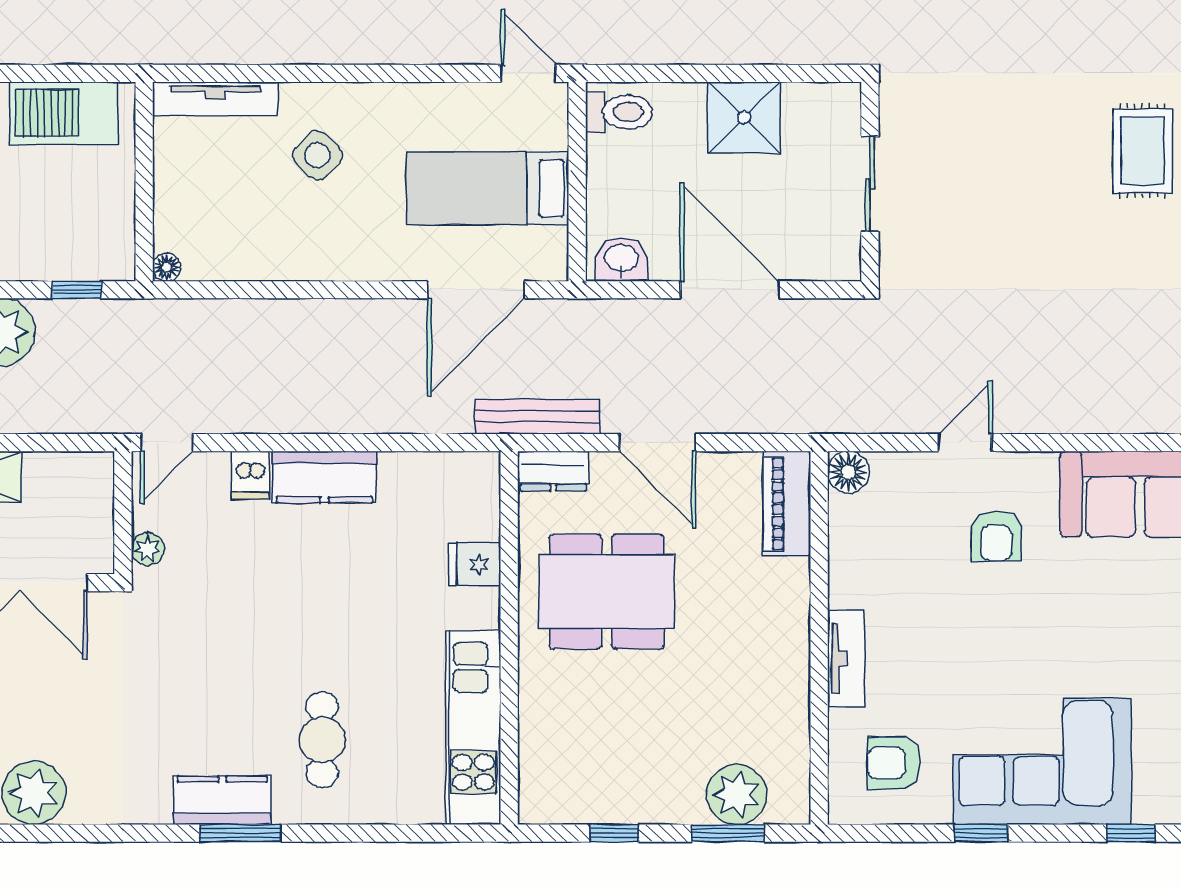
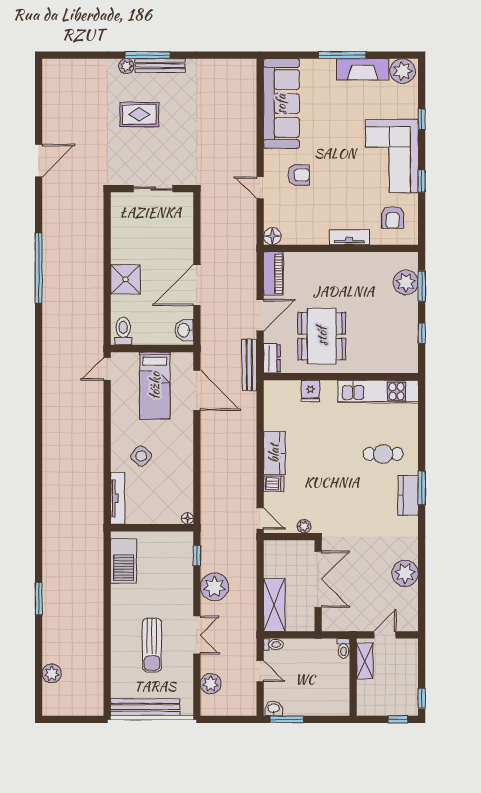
wall: (870, 182) -> (152, 189), moved
sliding door: (870, 184) -> (153, 189), moved
piano: (787, 504) -> (273, 274), moved, turned -90

